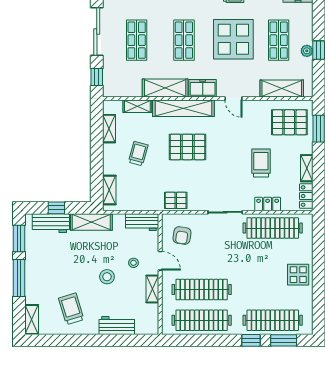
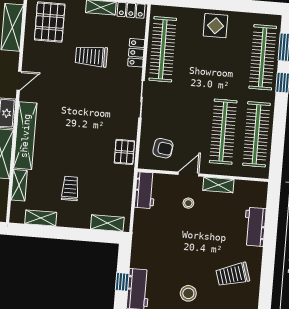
pallet: (187, 147) -> (68, 135), removed
trolley: (138, 153) -> (70, 188), turned 75
shelving: (91, 222) -> (140, 245), removed
stool: (107, 277) -> (188, 293), moved

